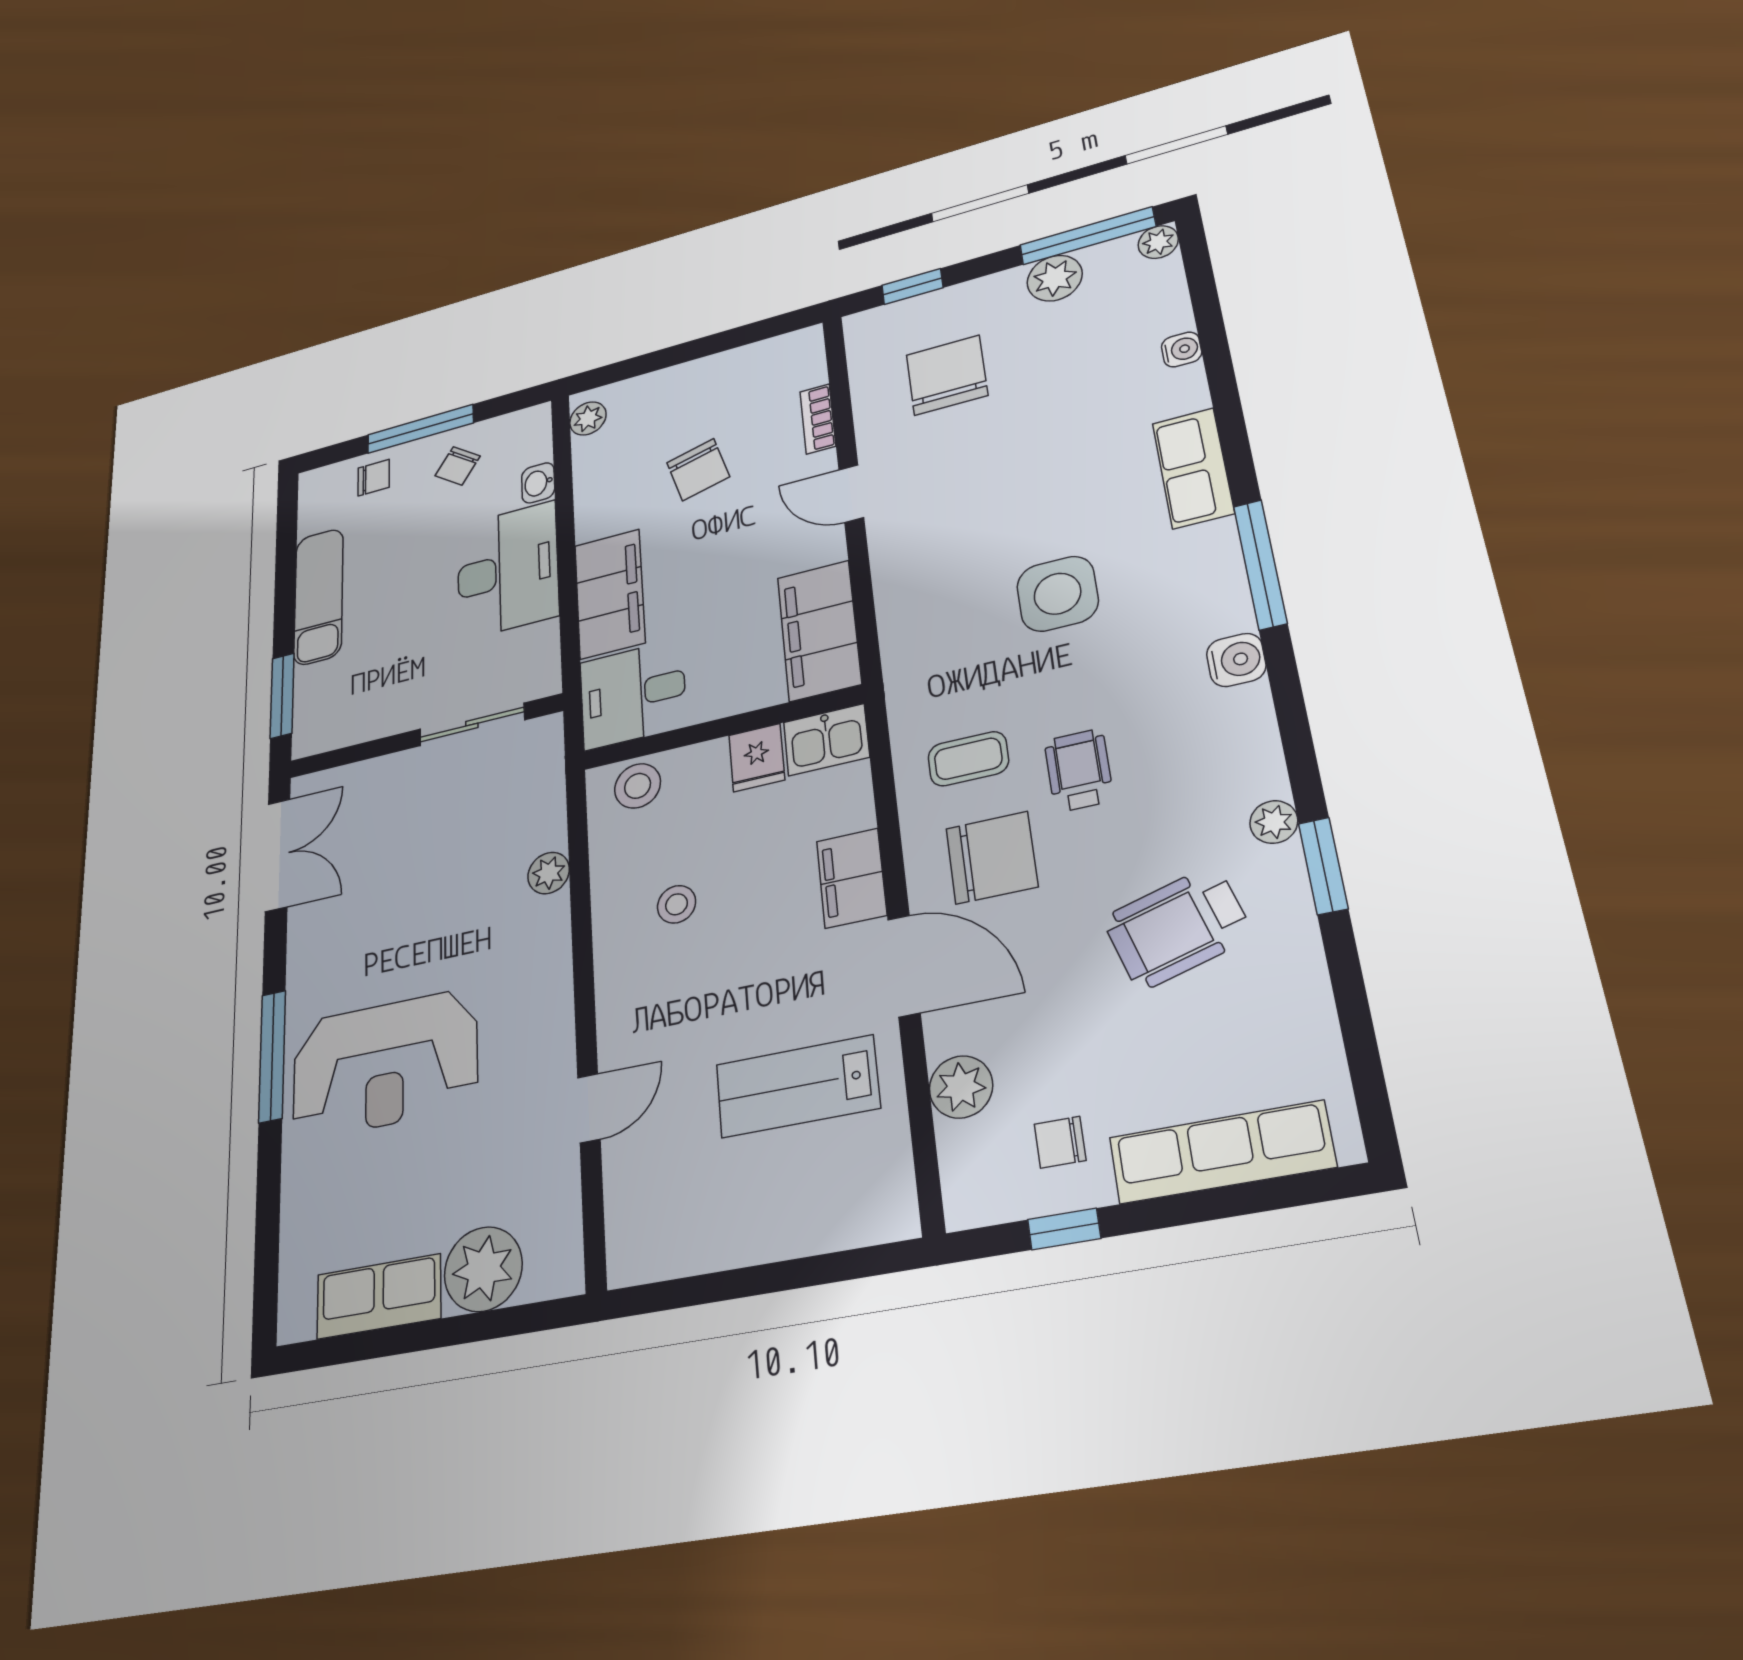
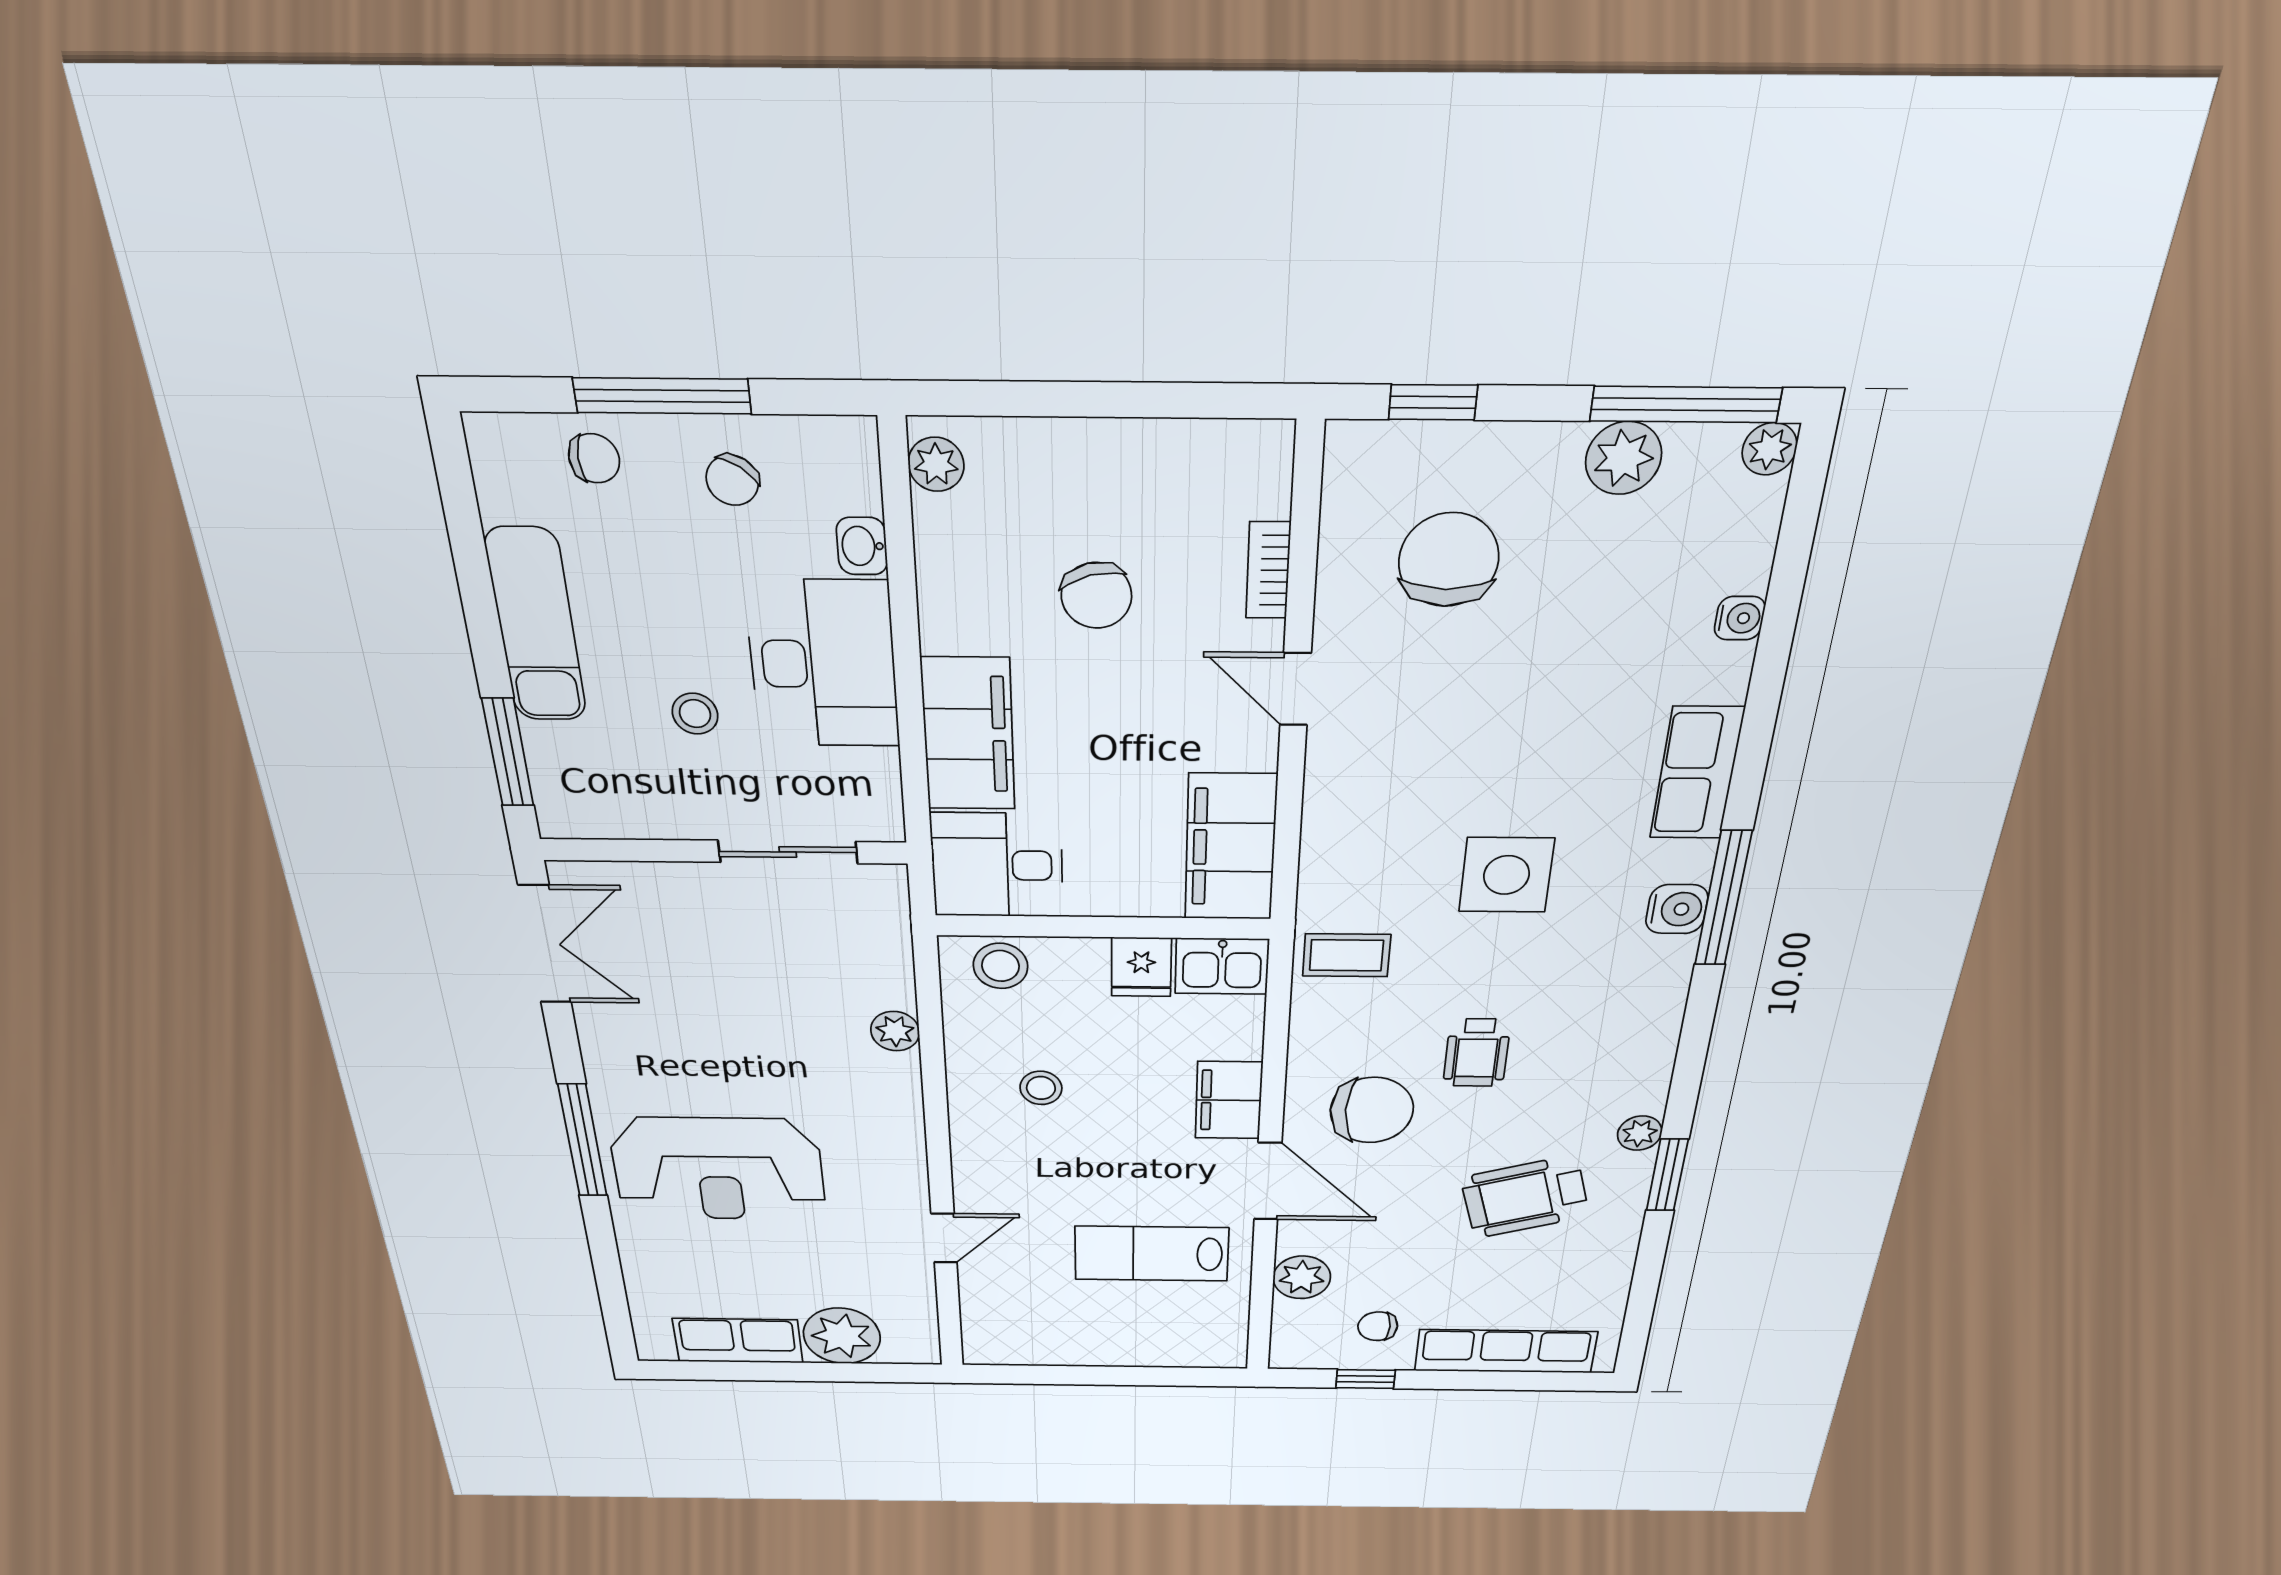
stool: (416, 631) -> (695, 714), added
water cooler: (1236, 660) -> (1677, 909), moved
coffee table: (968, 759) -> (1346, 955), moved
wheelchair: (1079, 770) -> (1477, 1053), turned 180

